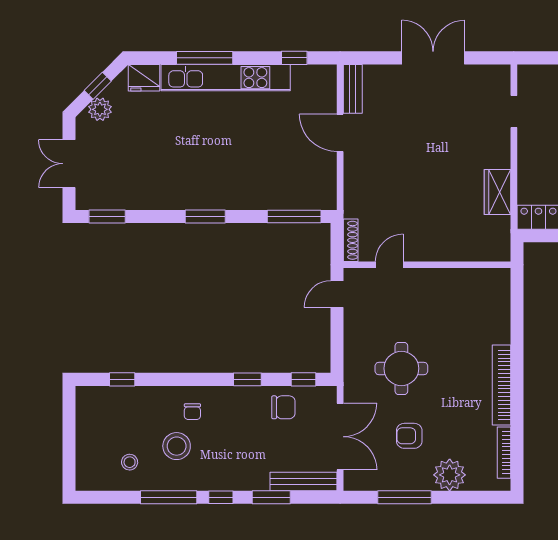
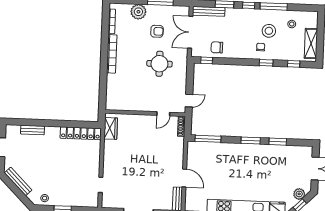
wardrobe: (497, 192) -> (111, 128), moved
window: (107, 216) -> (278, 142), moved
window: (247, 379) -> (266, 63), moved
shelving: (88, 423) -> (311, 43), added

